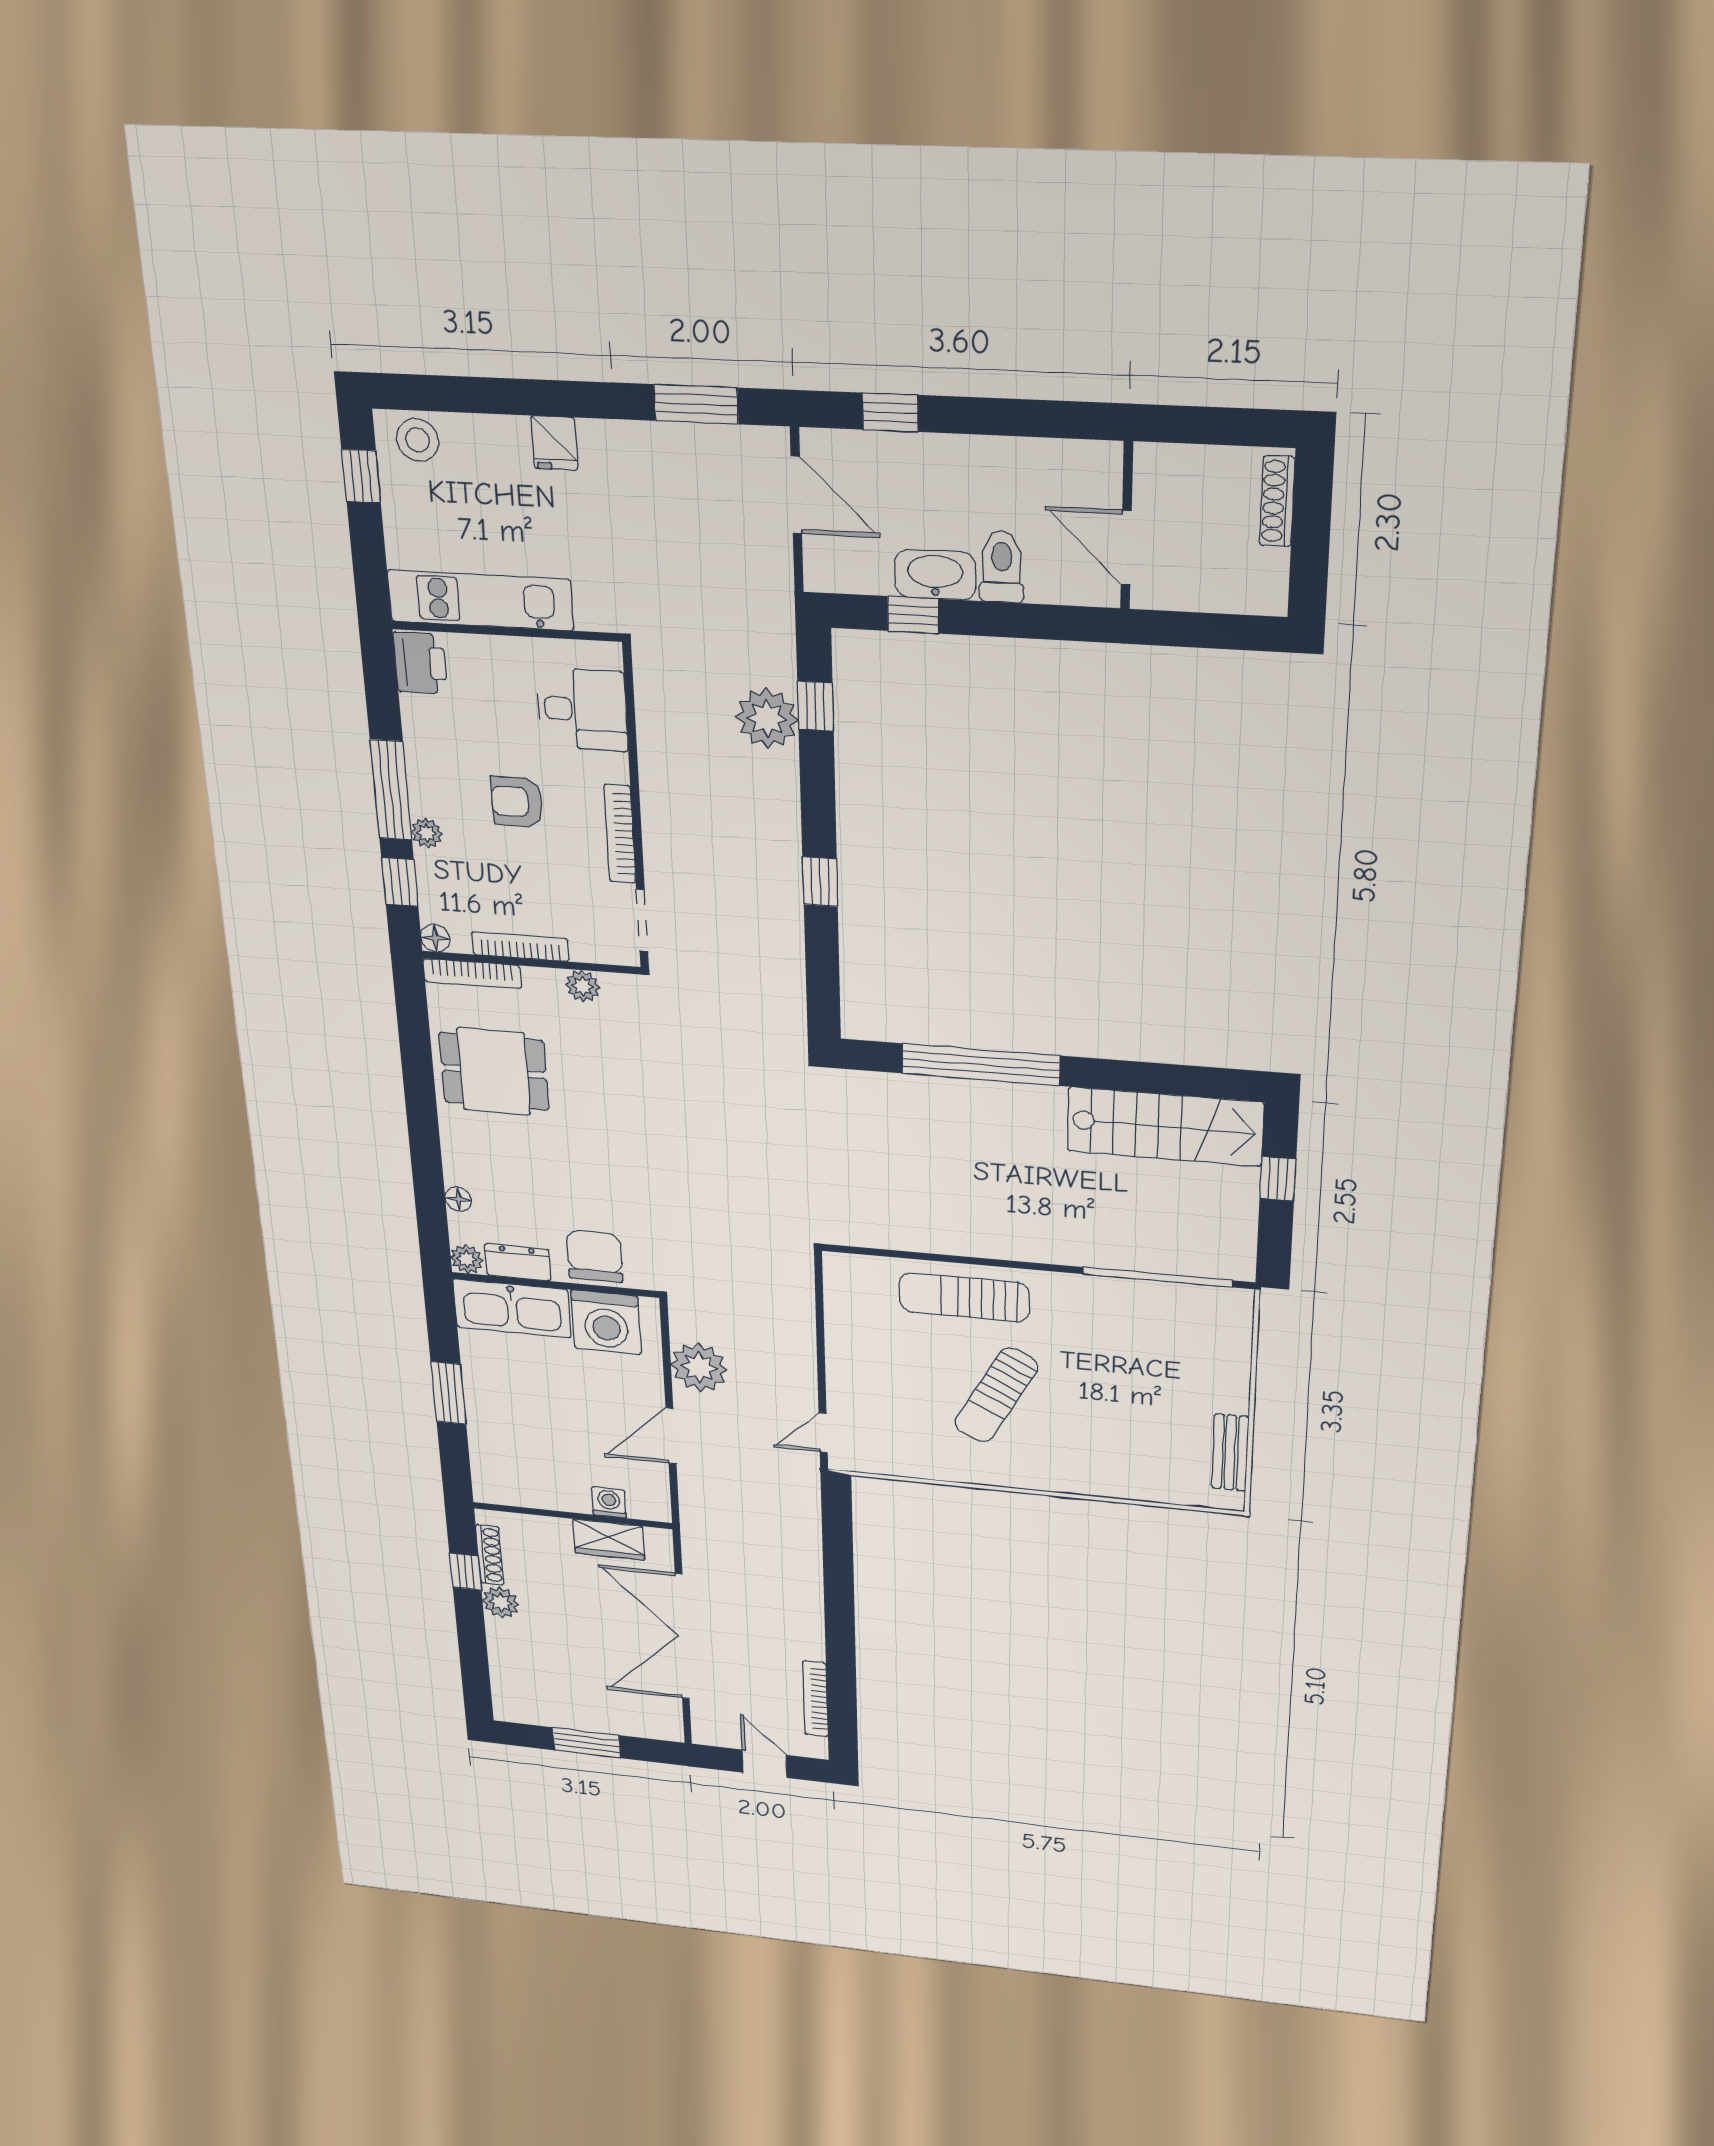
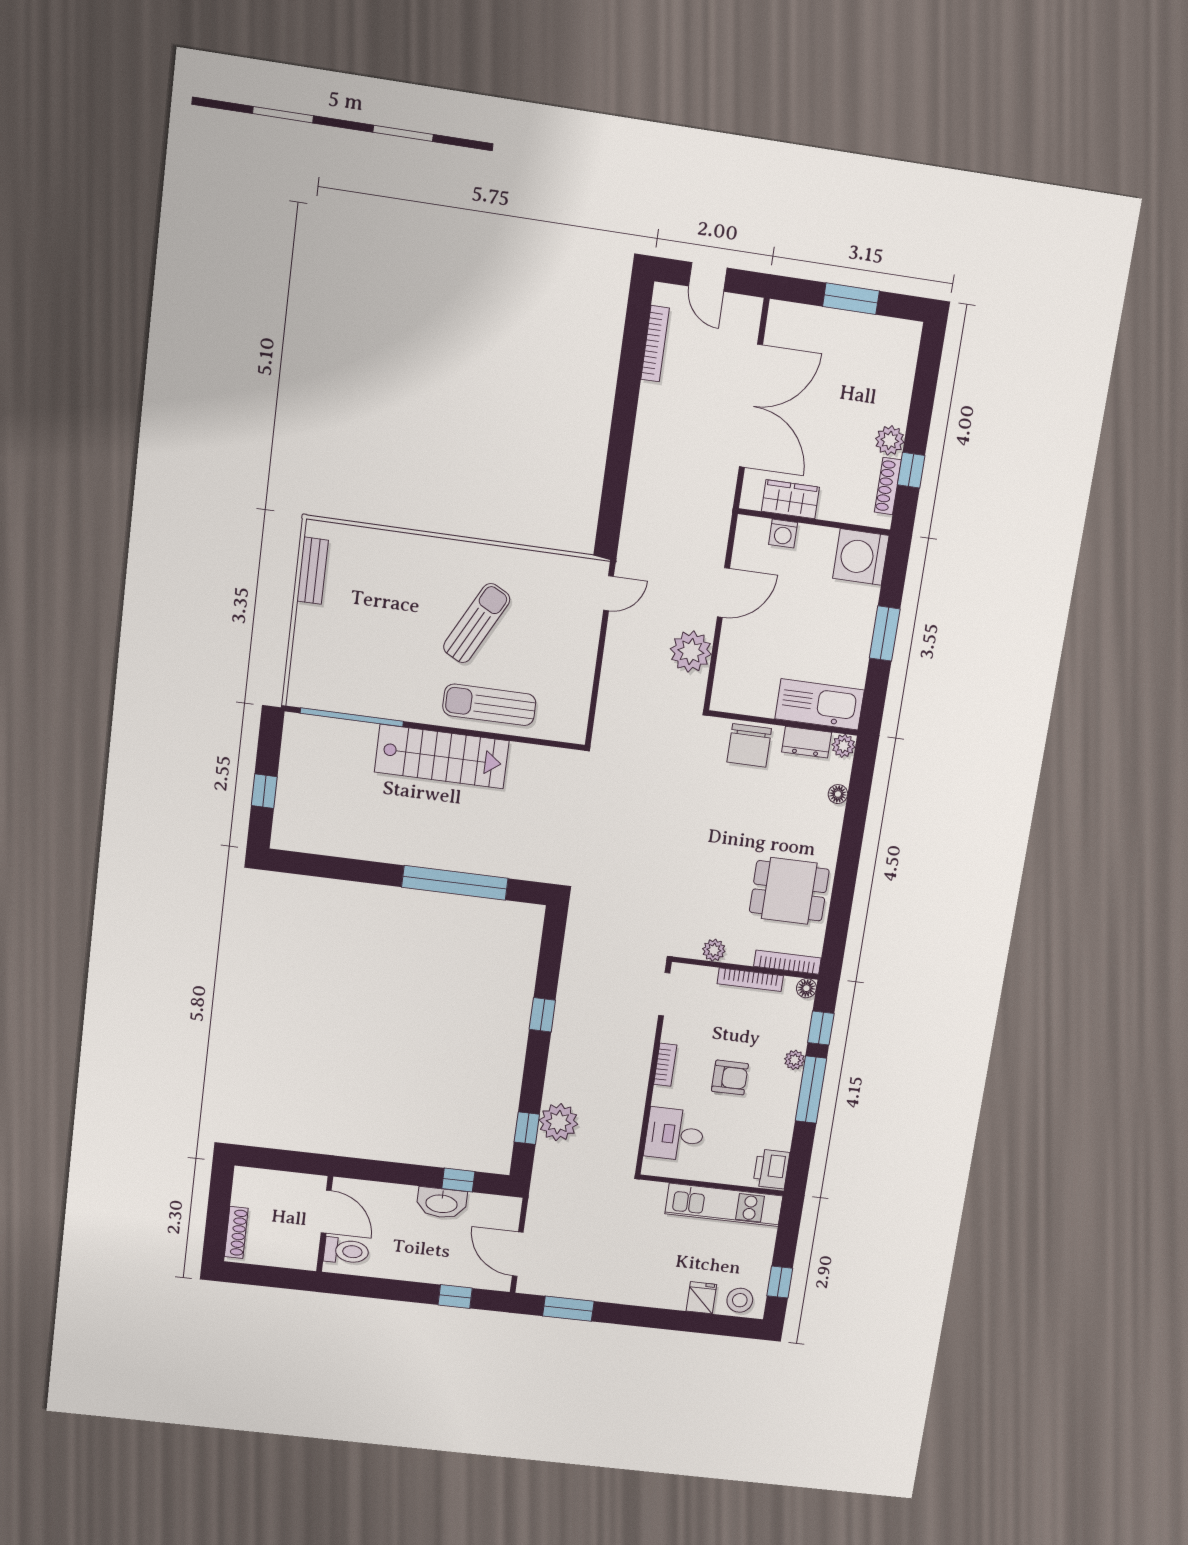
fridge: (554, 443) -> (701, 1298), moved
toilet: (1002, 567) -> (346, 1251), moved, turned -90
bookcase: (620, 834) -> (665, 1065), width x0.64
stairs: (1165, 1127) -> (442, 756), moved, turned 180
sun lounger: (964, 1297) -> (489, 705), turned 180
washing machine: (606, 1322) -> (861, 557), moved, turned -90

